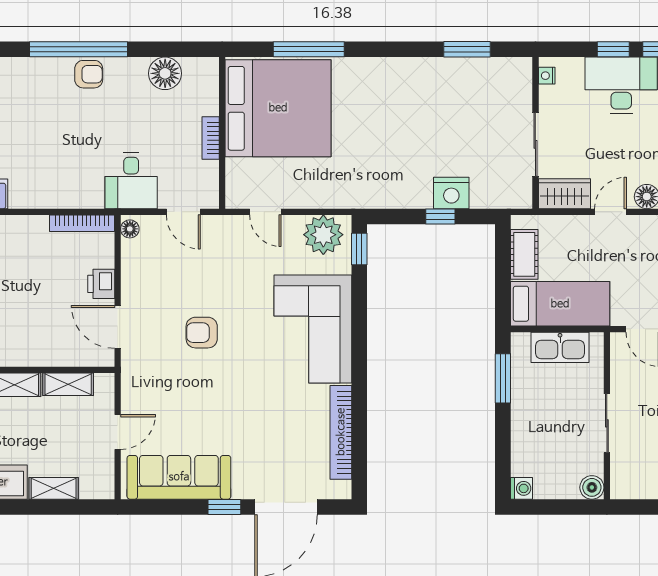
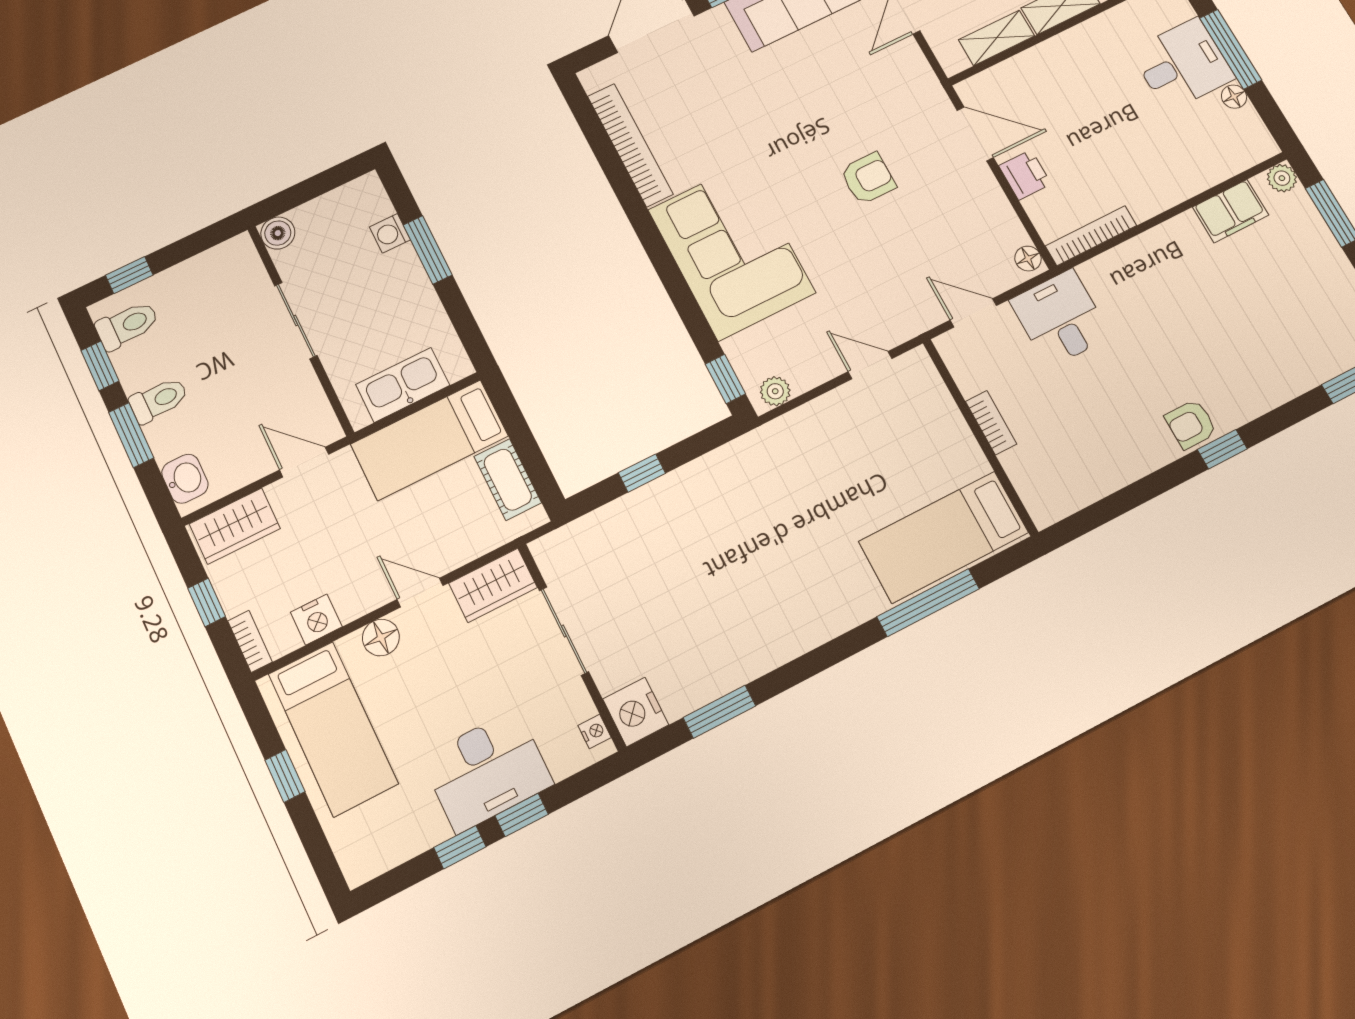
window: (79, 49) -> (1222, 449), width x0.32
floor lamp: (165, 73) -> (1095, 475), removed
bed: (278, 108) -> (944, 537), width x0.49
nightstand: (451, 193) -> (636, 712), moved, turned -90
door: (610, 212) -> (420, 593), swing flipped
plant: (323, 235) -> (775, 391), width x0.53, depth x0.53
window: (503, 378) -> (428, 250), moved
washing machine: (521, 488) -> (390, 233), moved

